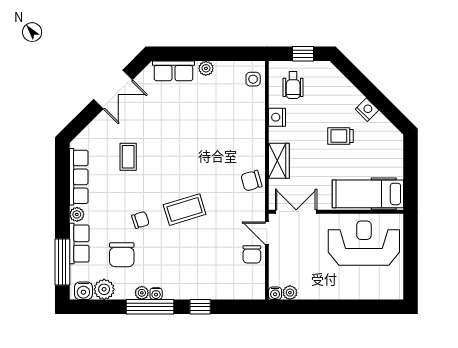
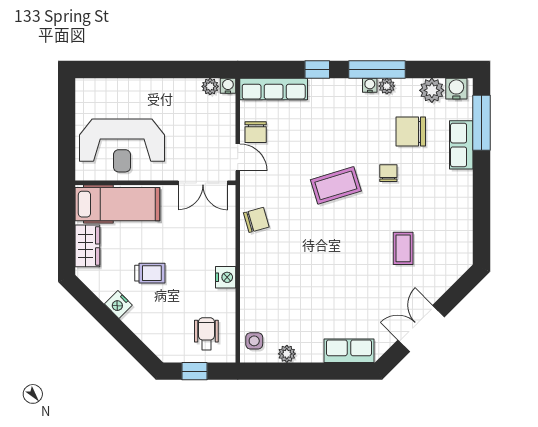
plant: (206, 68) -> (287, 354), moved
nightstand: (277, 117) -> (226, 277), moved
wardrobe: (279, 161) -> (87, 246), moved, turned 180
row of seats: (79, 177) -> (274, 89), moved, turned -90
plant: (77, 214) -> (464, 180), removed
chair: (140, 220) -> (388, 173), turned 108
chair: (252, 254) -> (256, 132), turned 180
chair: (122, 255) -> (411, 132), turned -90

